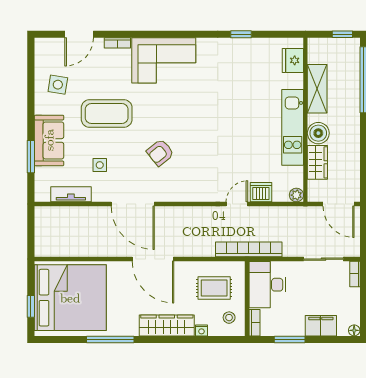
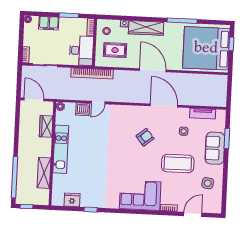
fridge: (293, 60) -> (72, 200), moved, turned -90
boiler: (318, 133) -> (45, 145), removed

